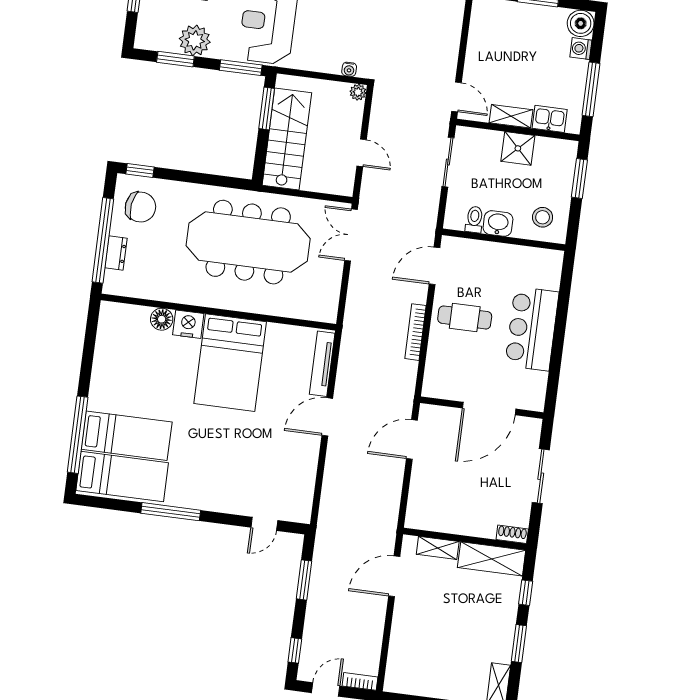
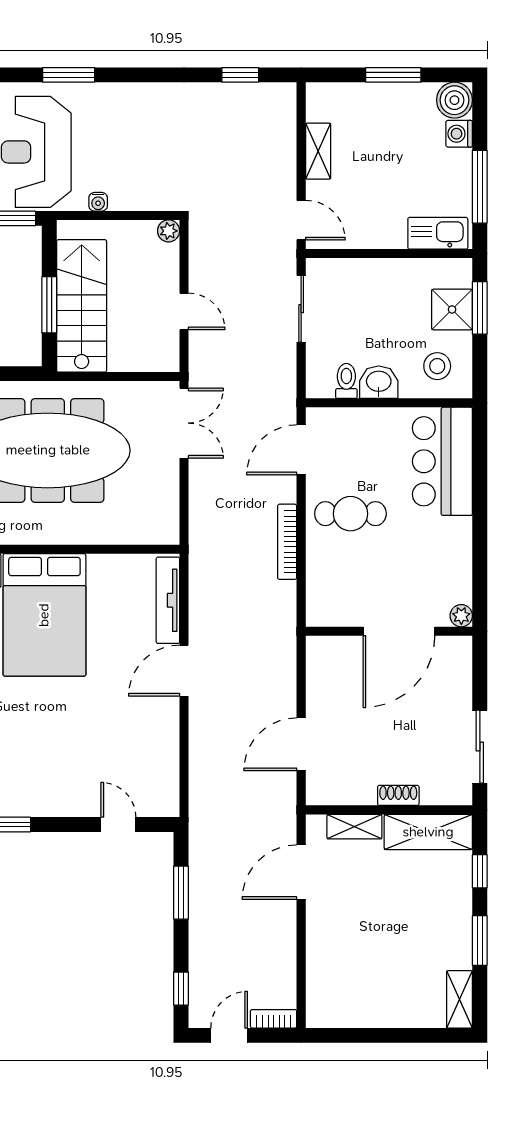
water cooler: (349, 69) -> (98, 202), moved
window: (267, 108) -> (49, 305), moved
shelving: (511, 116) -> (318, 151), moved, turned 90
kitchen sink: (550, 119) -> (438, 233), width x1.38
shower: (518, 148) -> (452, 310), moved
double door: (351, 235) -> (184, 423), swing flipped
bar counter: (532, 329) -> (442, 461), moved
plant: (536, 403) -> (461, 616), added
door: (412, 439) -> (301, 744), moved
sliding door: (541, 476) -> (480, 747), moved
door: (264, 524) -> (118, 825), swing flipped
shoe rack: (512, 534) -> (398, 795), moved

